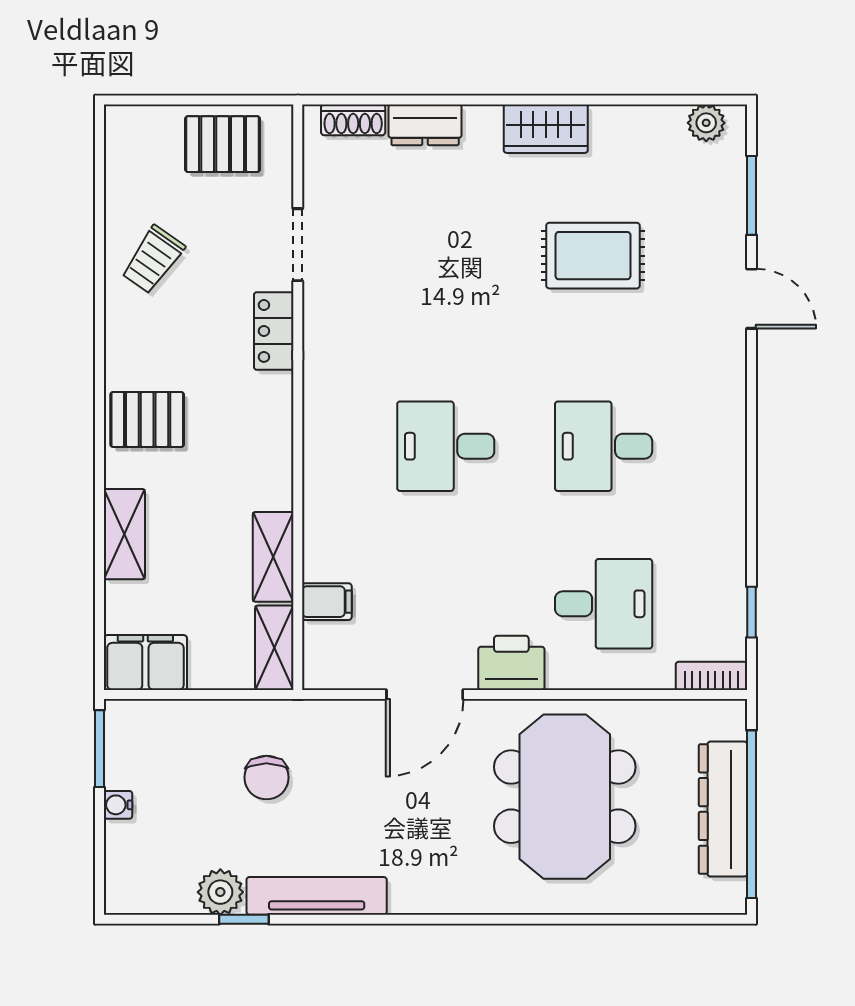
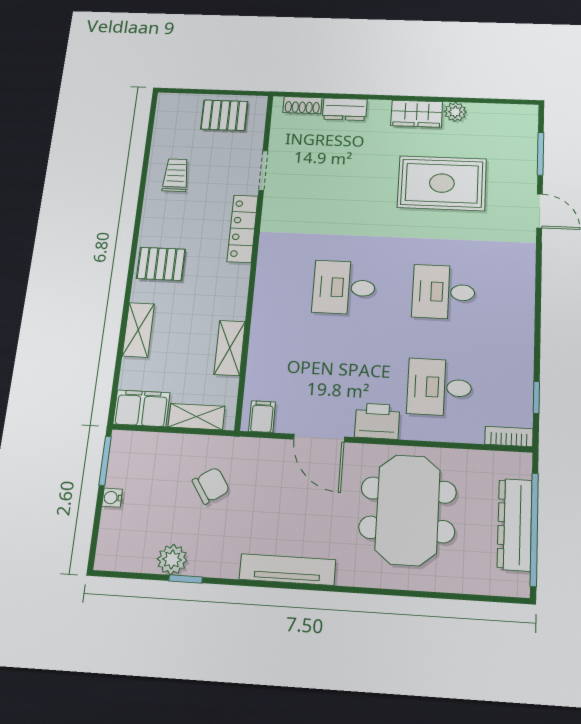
plant: (706, 123) -> (455, 112), moved
rug: (593, 256) -> (442, 183), width x1.36, depth x1.43
trolley: (153, 260) -> (176, 175), turned 145
locker: (274, 331) -> (243, 229), width x1.53
filing cabinet: (327, 602) -> (262, 417), moved, turned -90
desk: (604, 604) -> (439, 387), turned 180
shelving: (274, 648) -> (196, 417), moved, turned 90
door: (425, 695) -> (319, 438), hinge flipped
chair: (266, 778) -> (211, 486), turned -123
tv unit: (317, 896) -> (287, 569), moved

